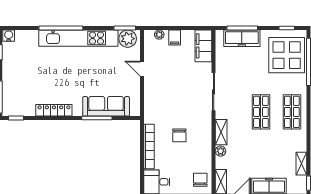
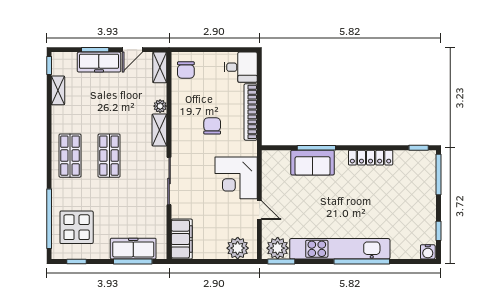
plant: (159, 35) -> (238, 248), width x1.87, depth x1.87
filing cabinet: (175, 38) -> (218, 250), removed
display table: (287, 55) -> (77, 227), width x0.73, depth x0.73
corner desk: (160, 94) -> (236, 178), added
sofa: (106, 106) -> (313, 163), width x0.73

